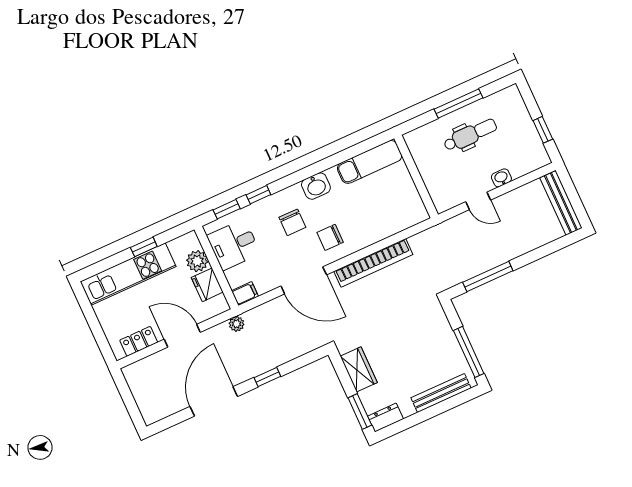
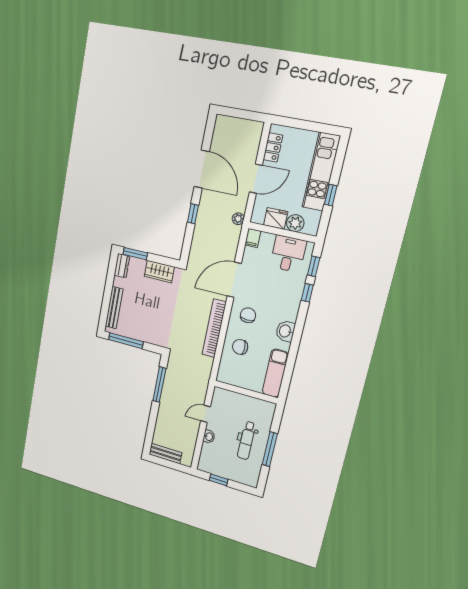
bench: (561, 203) -> (165, 453), width x0.73
chair: (292, 222) -> (240, 347), moved

